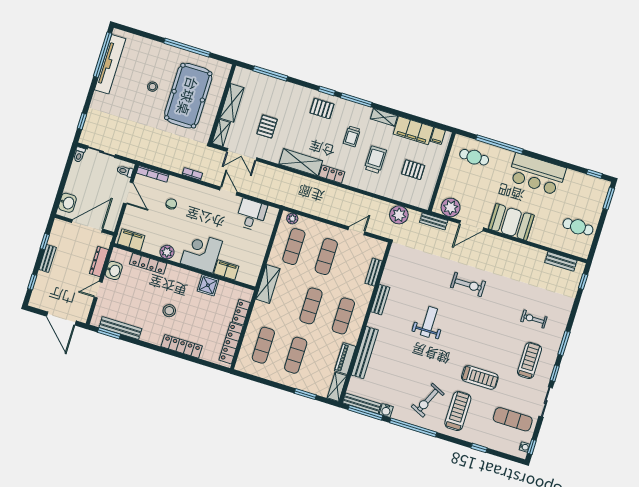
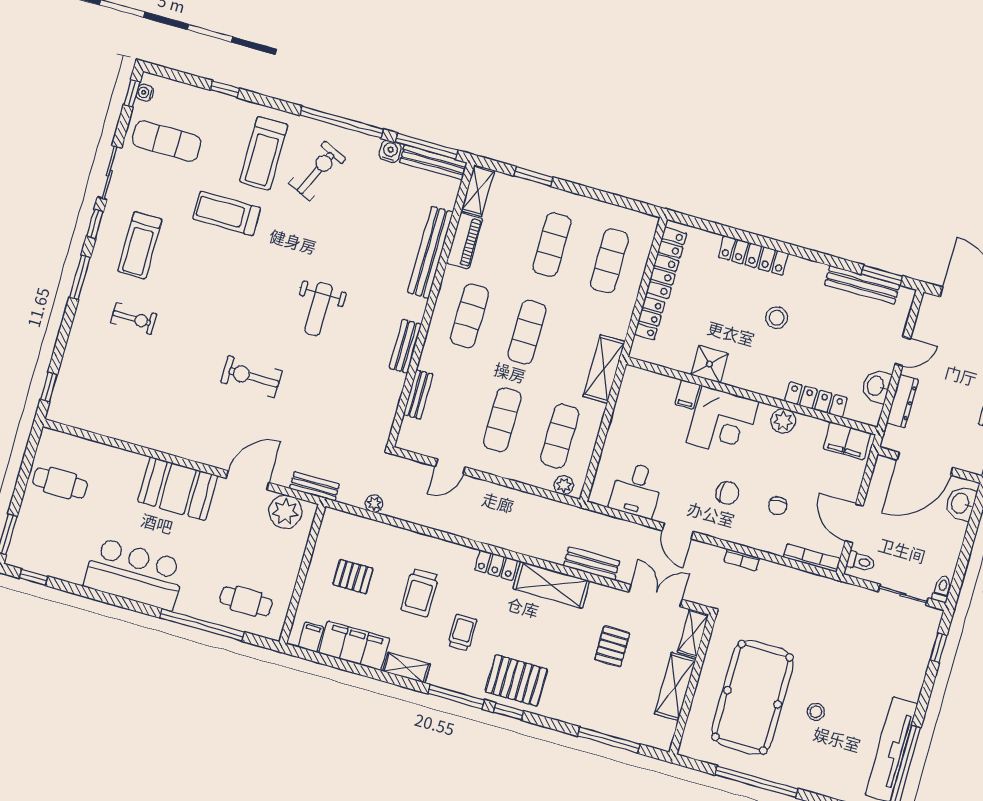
pallet: (322, 109) -> (516, 680), width x1.50, depth x1.42
chair: (200, 212) -> (727, 493), added
plant: (399, 215) -> (374, 504), width x0.53, depth x0.53
bench: (561, 261) -> (592, 564), moved
filing cabinet: (226, 270) -> (687, 394), width x0.50

